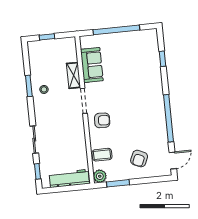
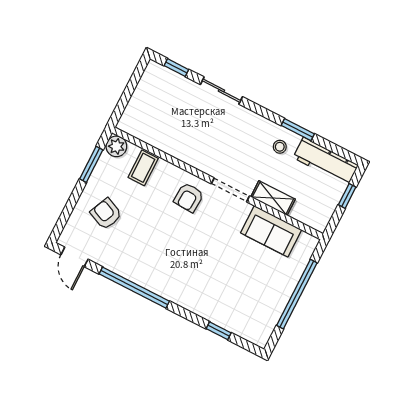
workbench: (69, 178) -> (326, 161), moved, turned 90

